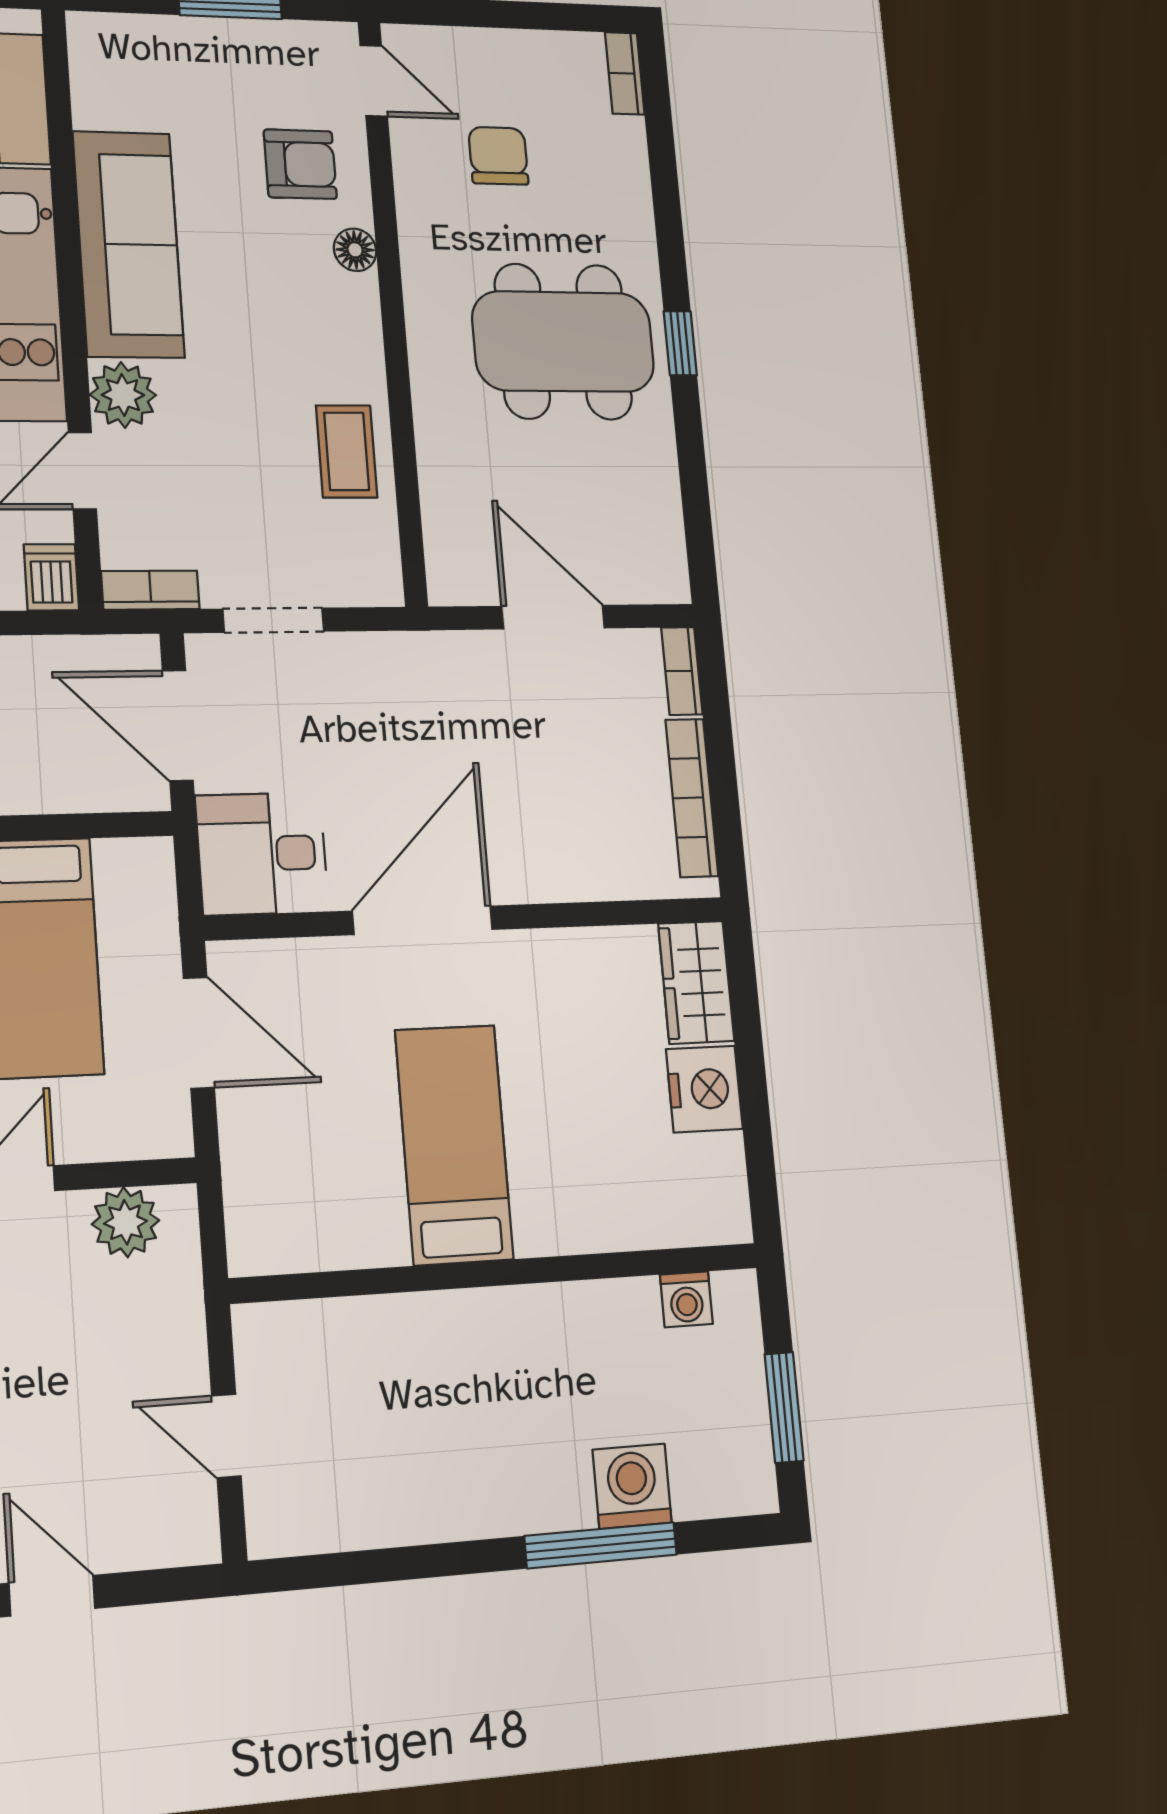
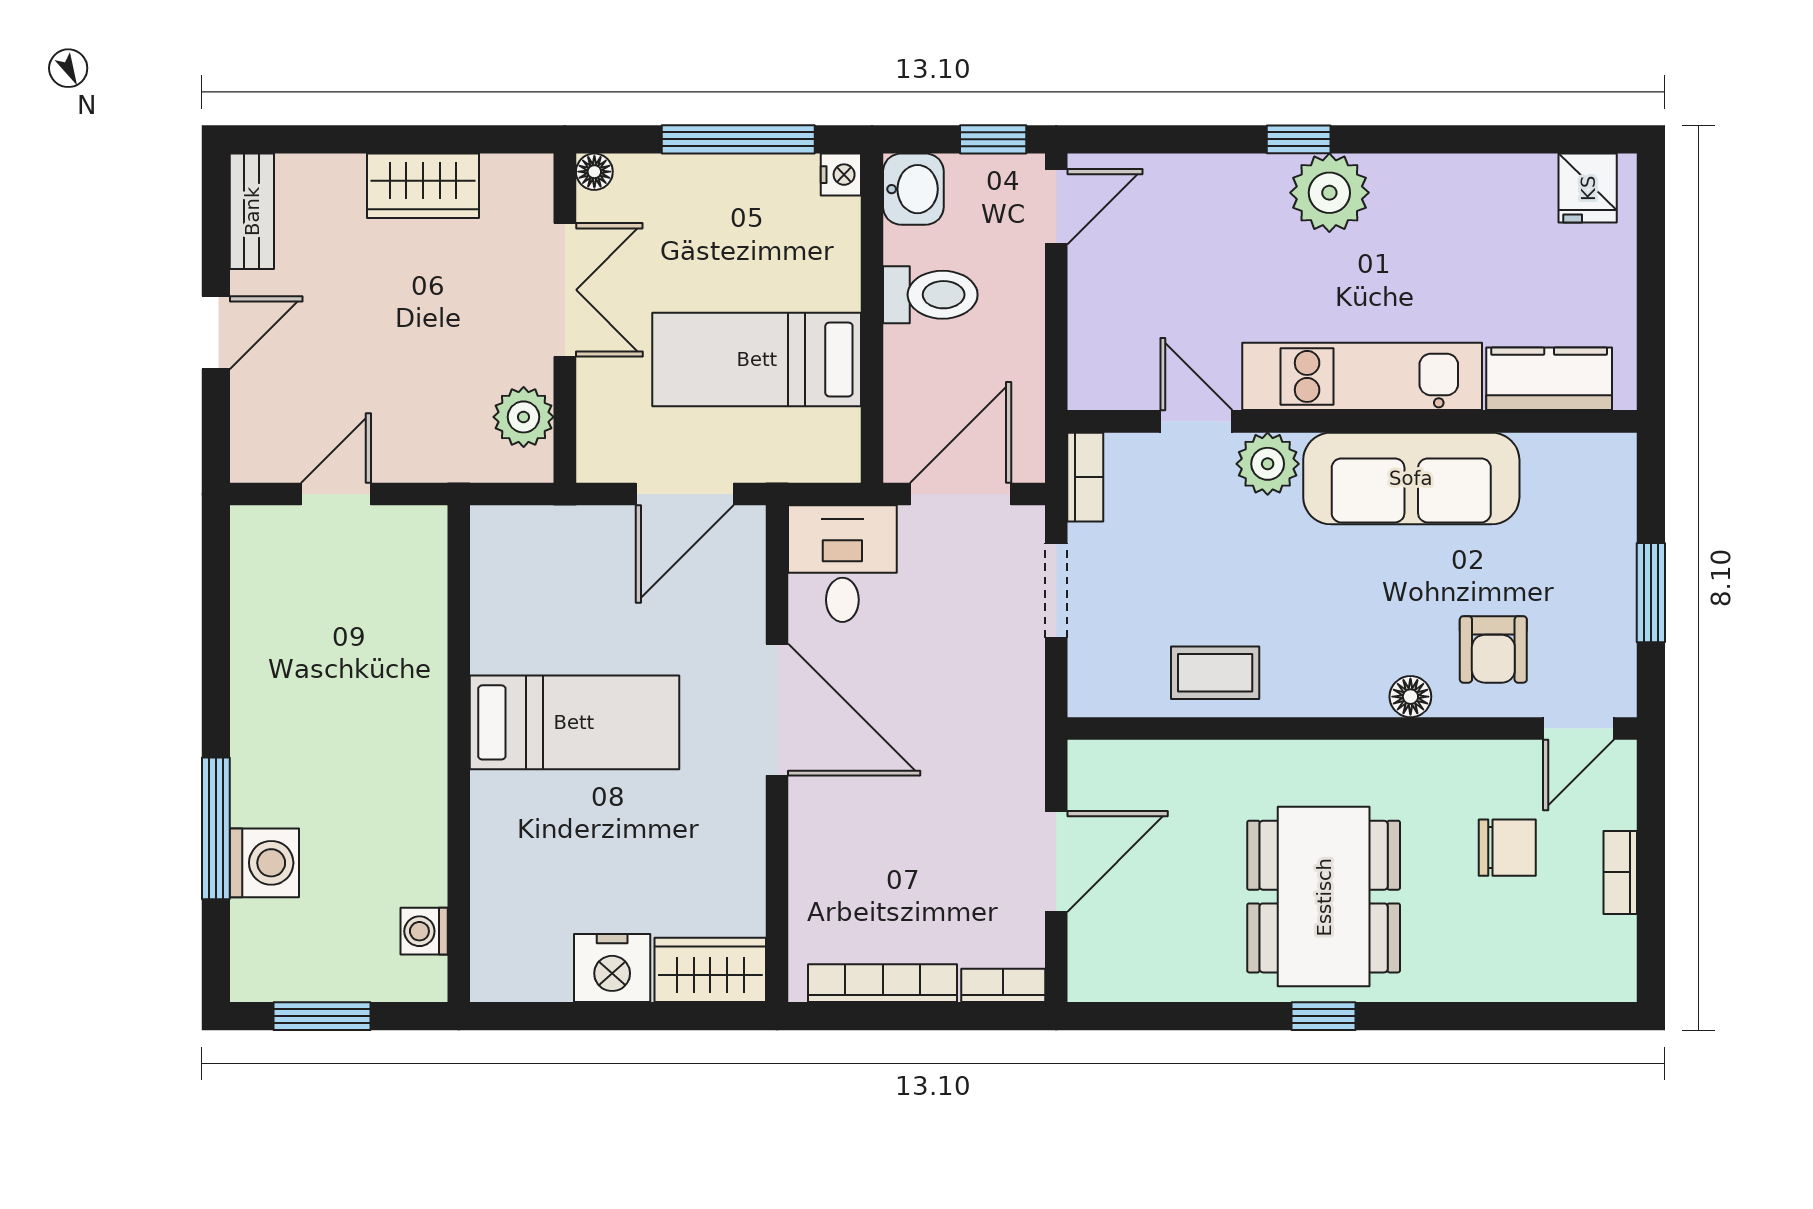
bookcase: (625, 73) -> (1620, 872), moved, turned -90
dishwasher: (51, 577) -> (1098, 387), removed

